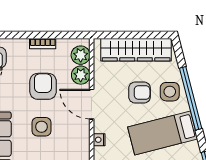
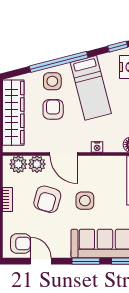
armchair: (43, 86) -> (47, 199), turned -74
door: (92, 104) -> (64, 154), hinge flipped

